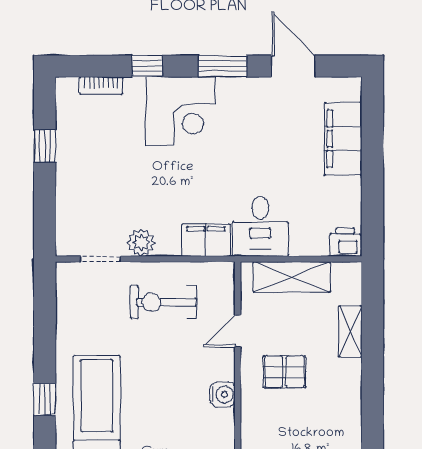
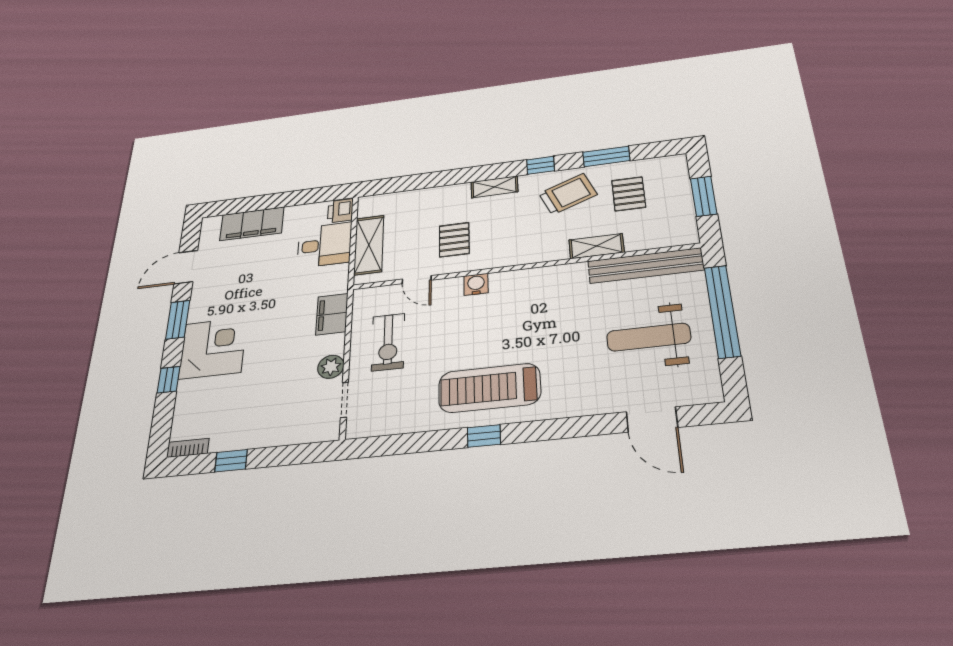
bookcase: (101, 85) -> (188, 448), moved, turned -90
desk: (260, 226) -> (324, 245), moved
shelving: (350, 331) -> (494, 187), moved

